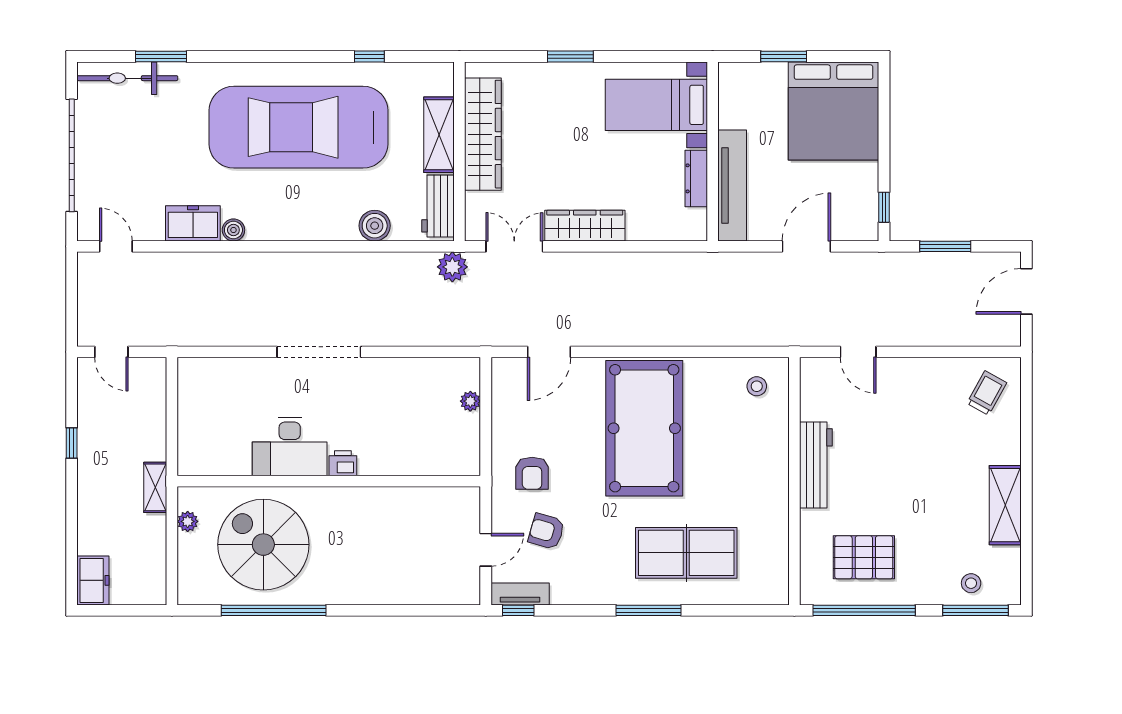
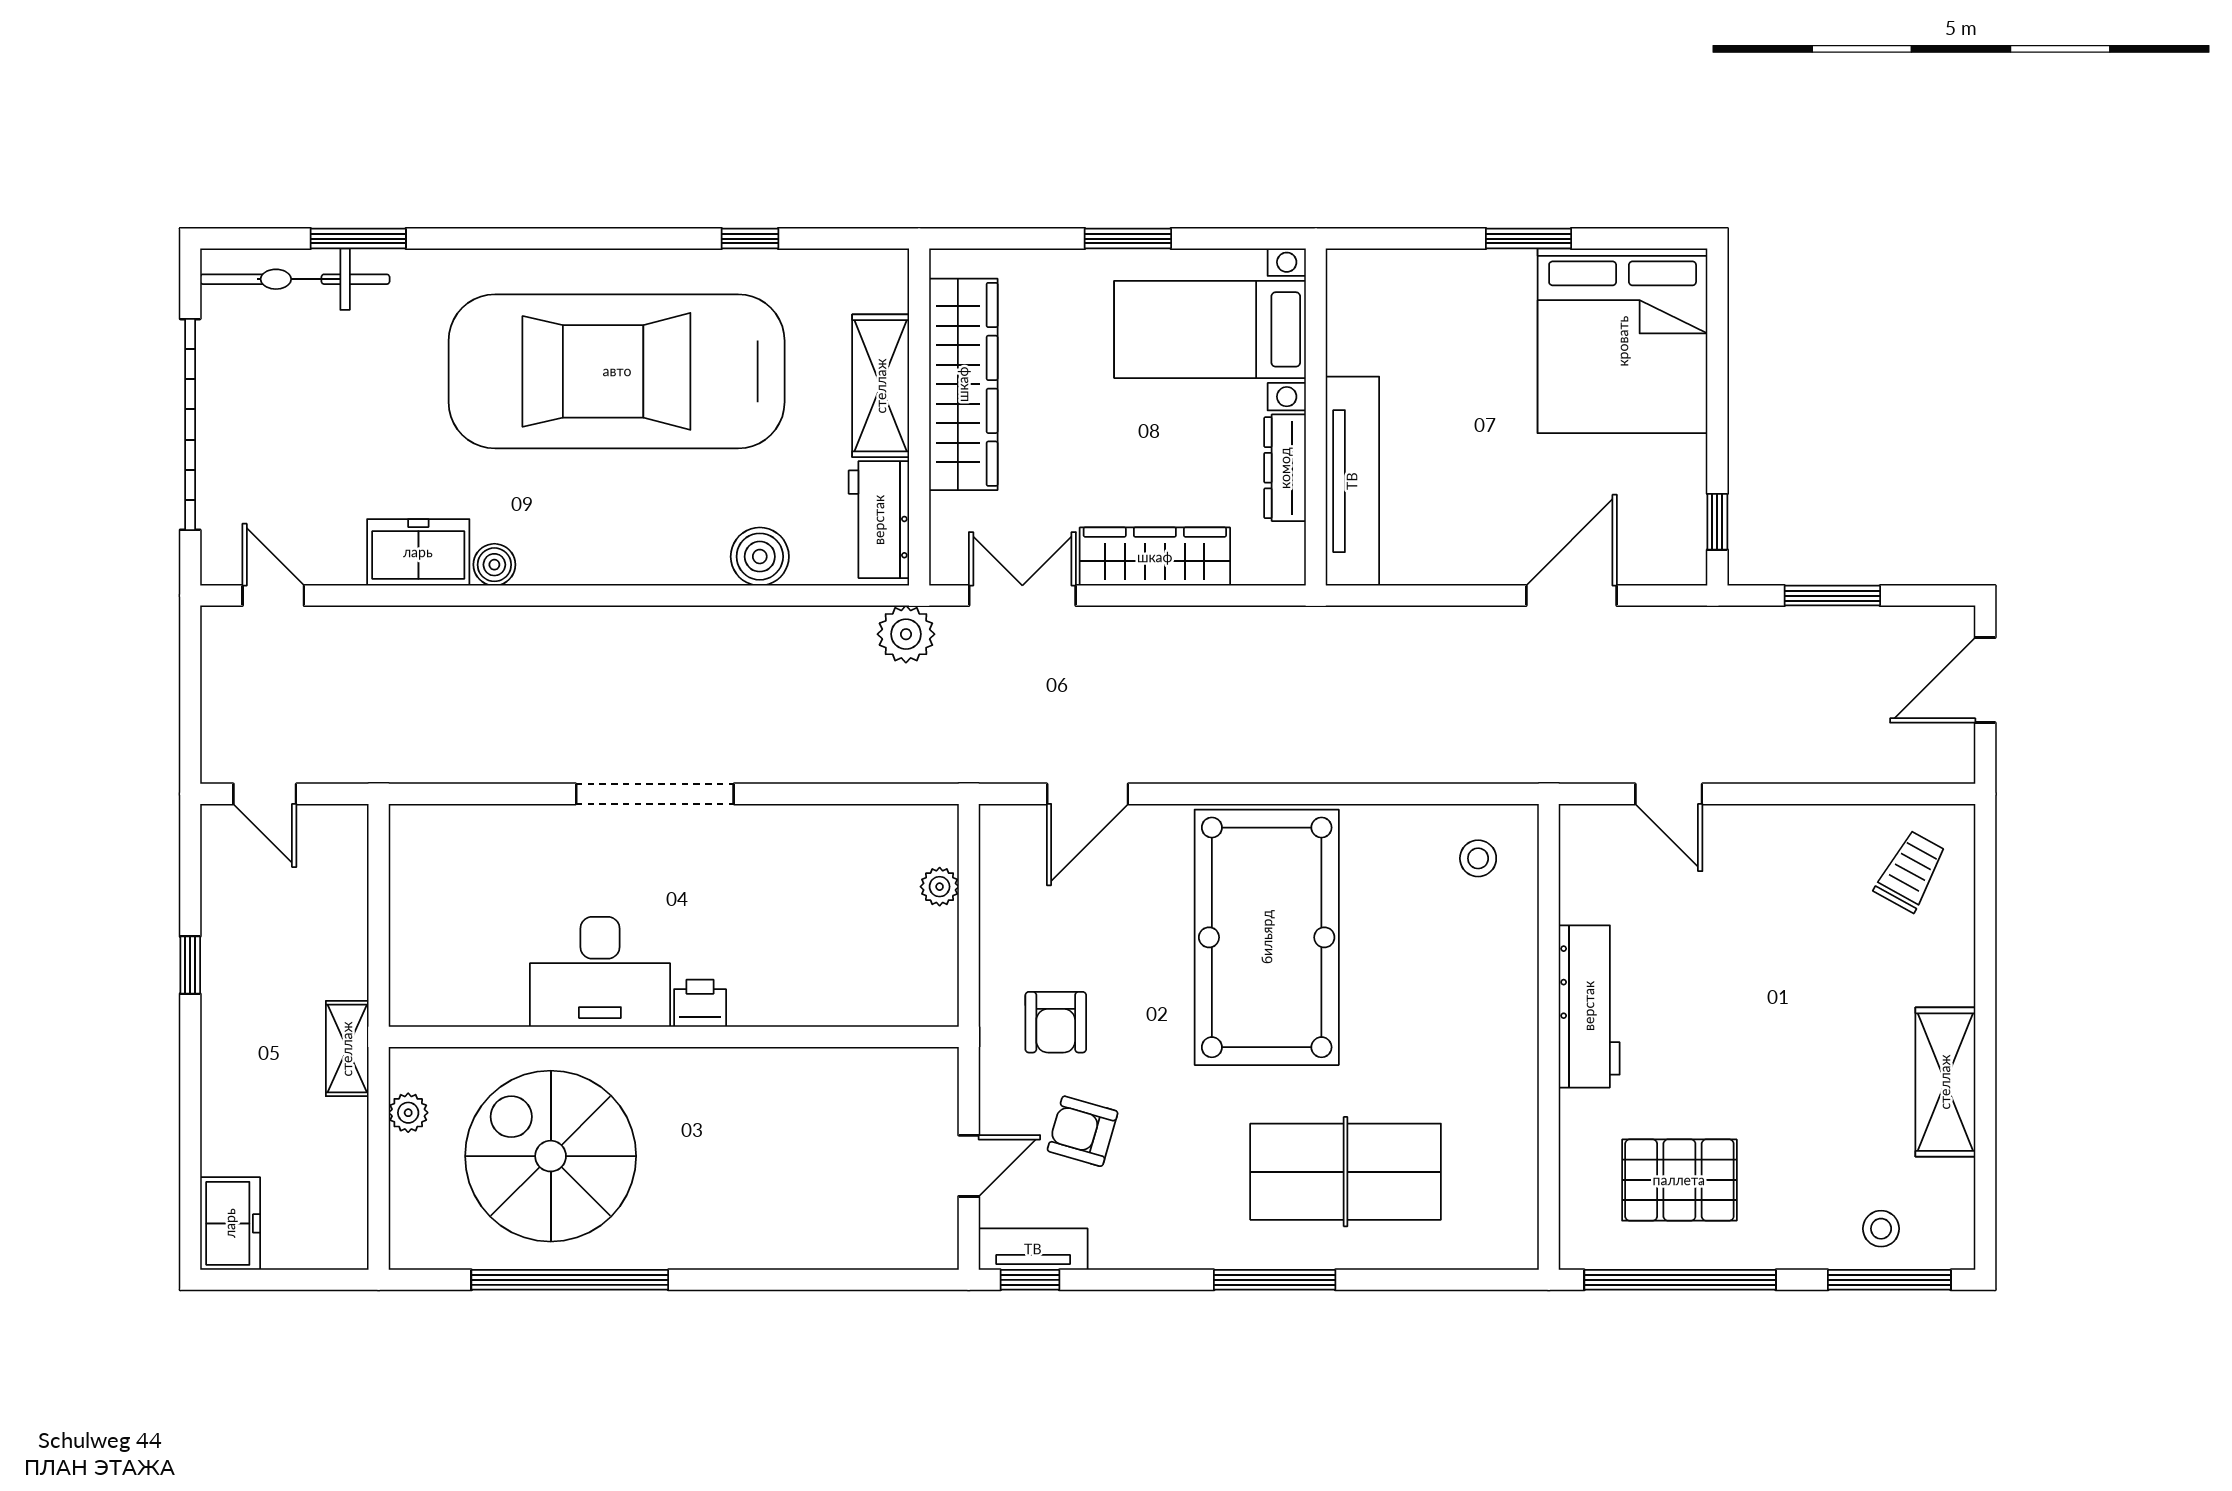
bed with nightstands: (656, 105) -> (1210, 329), moved
wall: (713, 151) -> (1316, 417), moved
dresser: (696, 178) -> (1285, 468), moved
tv unit: (732, 186) -> (1352, 481), moved

